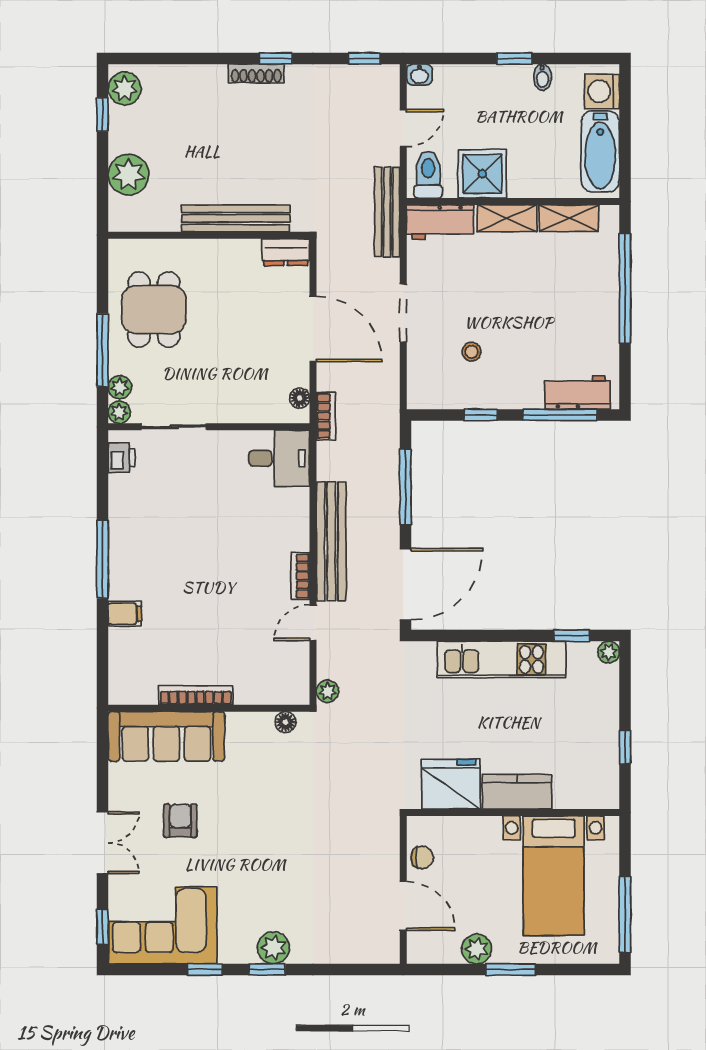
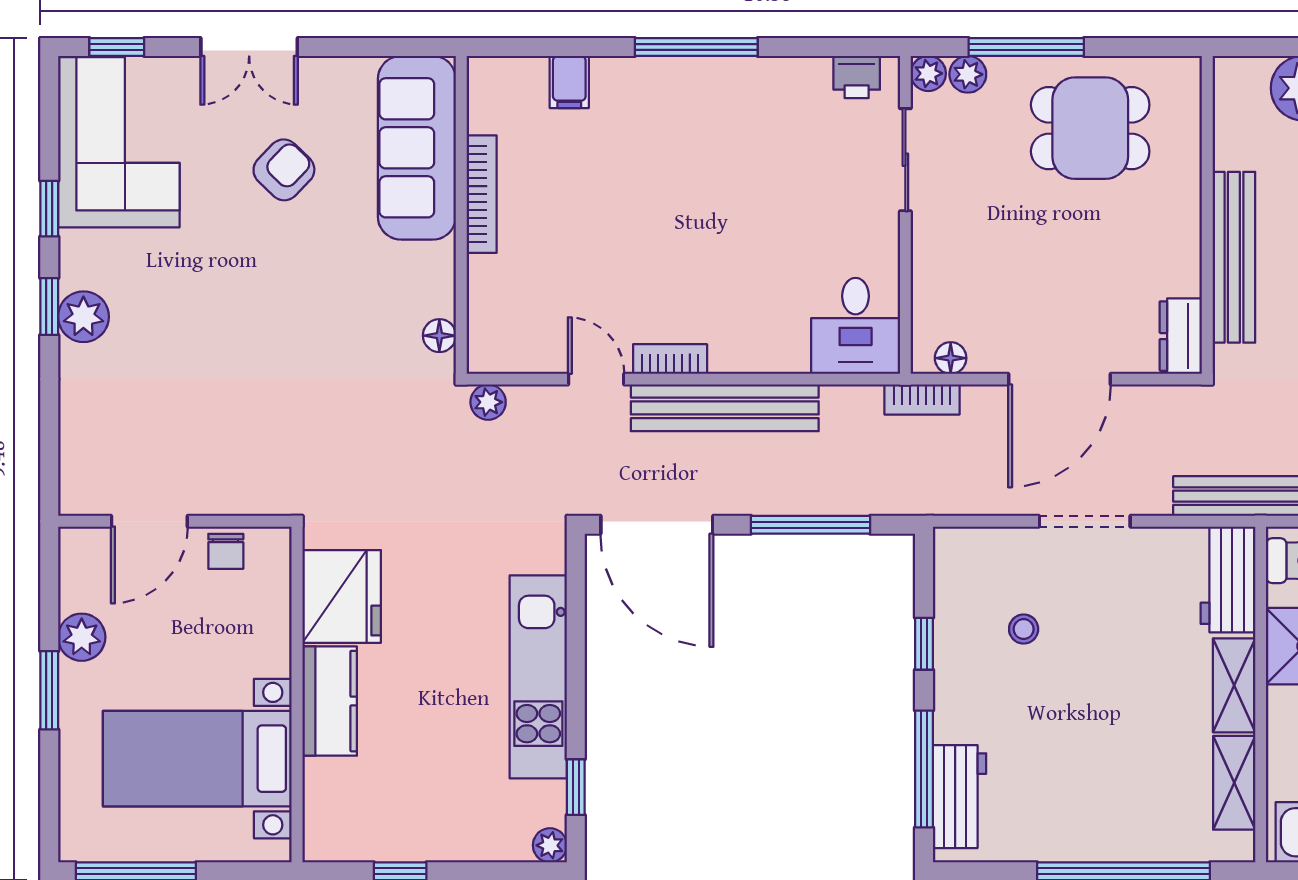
filing cabinet: (125, 614) -> (569, 82), moved
armchair: (180, 821) -> (284, 170), turned -46

